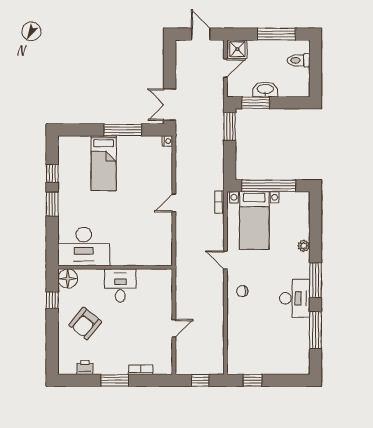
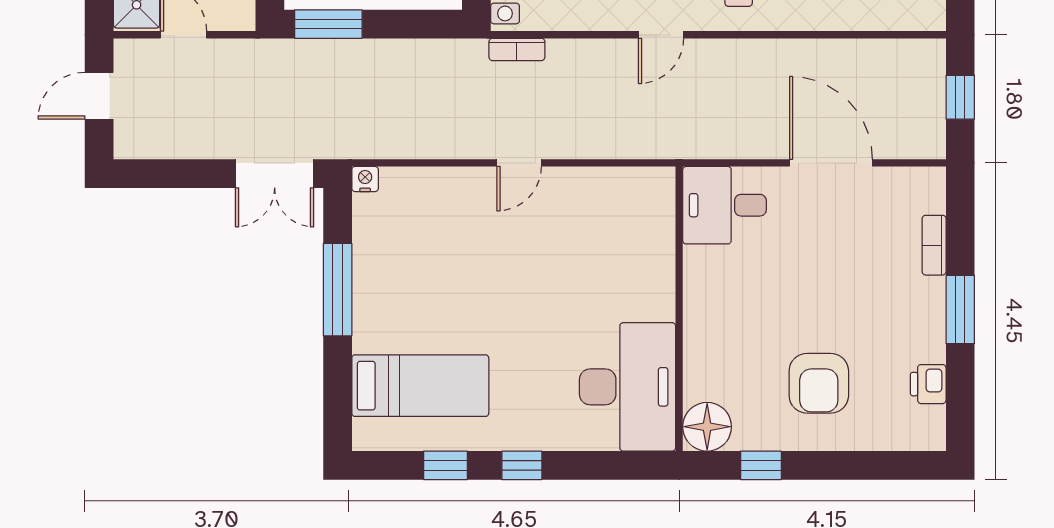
bed: (104, 163) -> (420, 386), moved
door: (174, 203) -> (519, 163), hinge flipped
window: (52, 204) -> (522, 465), width x0.67
desk: (120, 286) -> (725, 205), moved
armchair: (85, 323) -> (819, 383), turned 51
door: (174, 328) -> (831, 163), width x1.87

